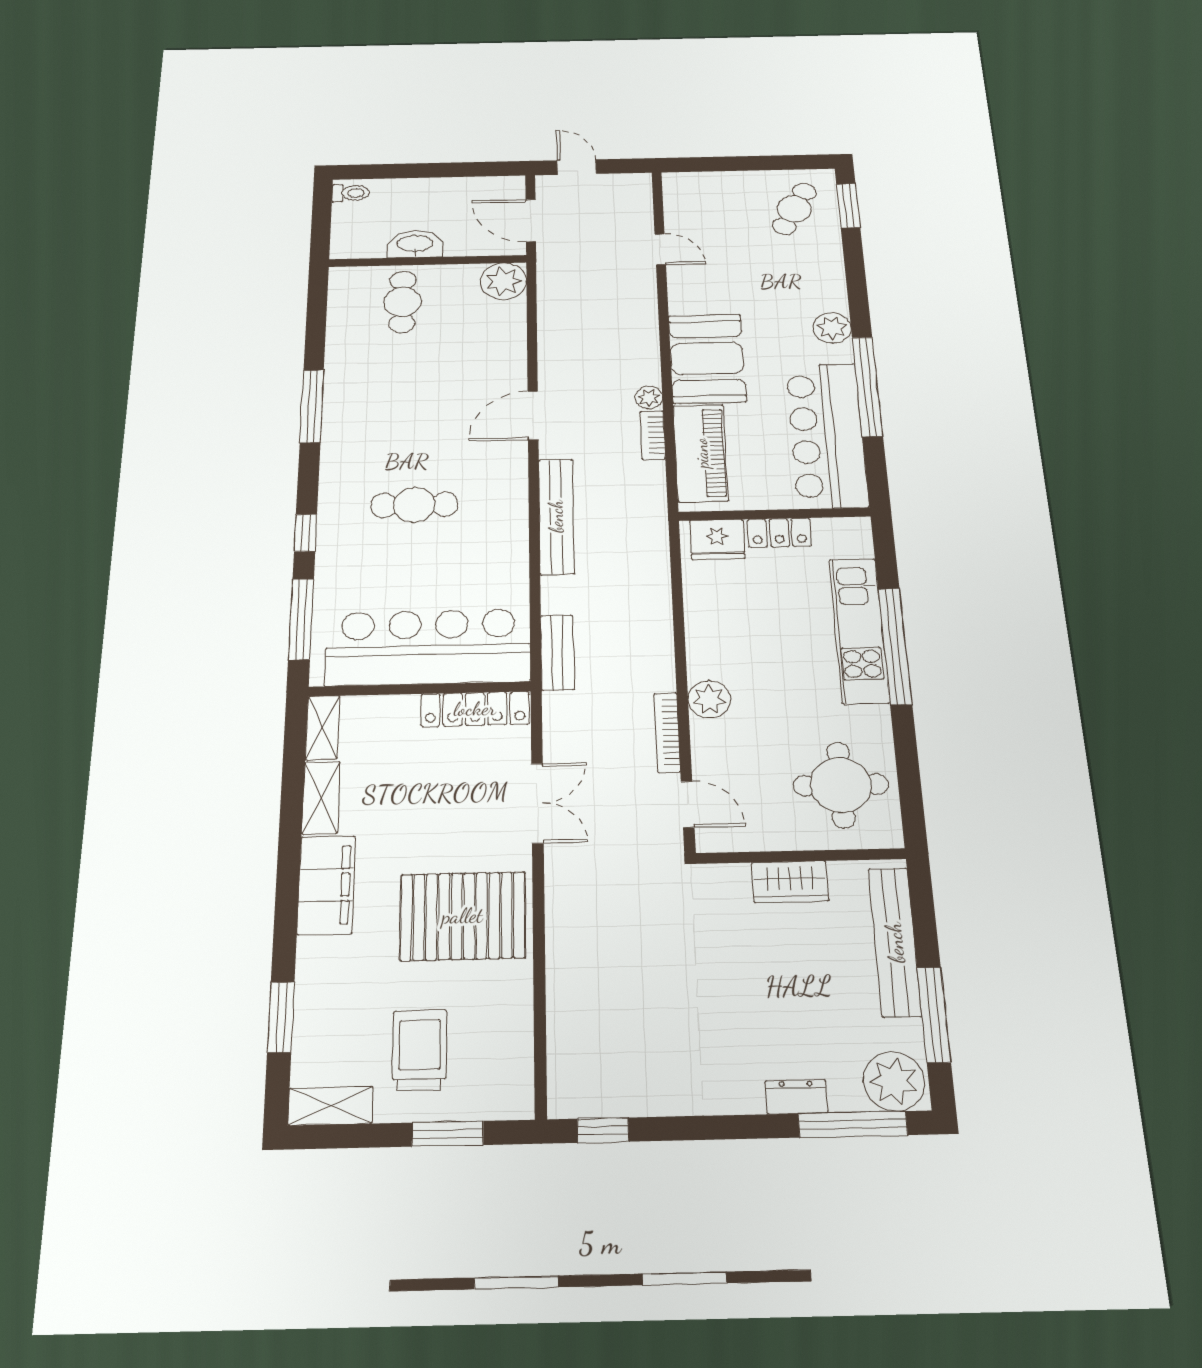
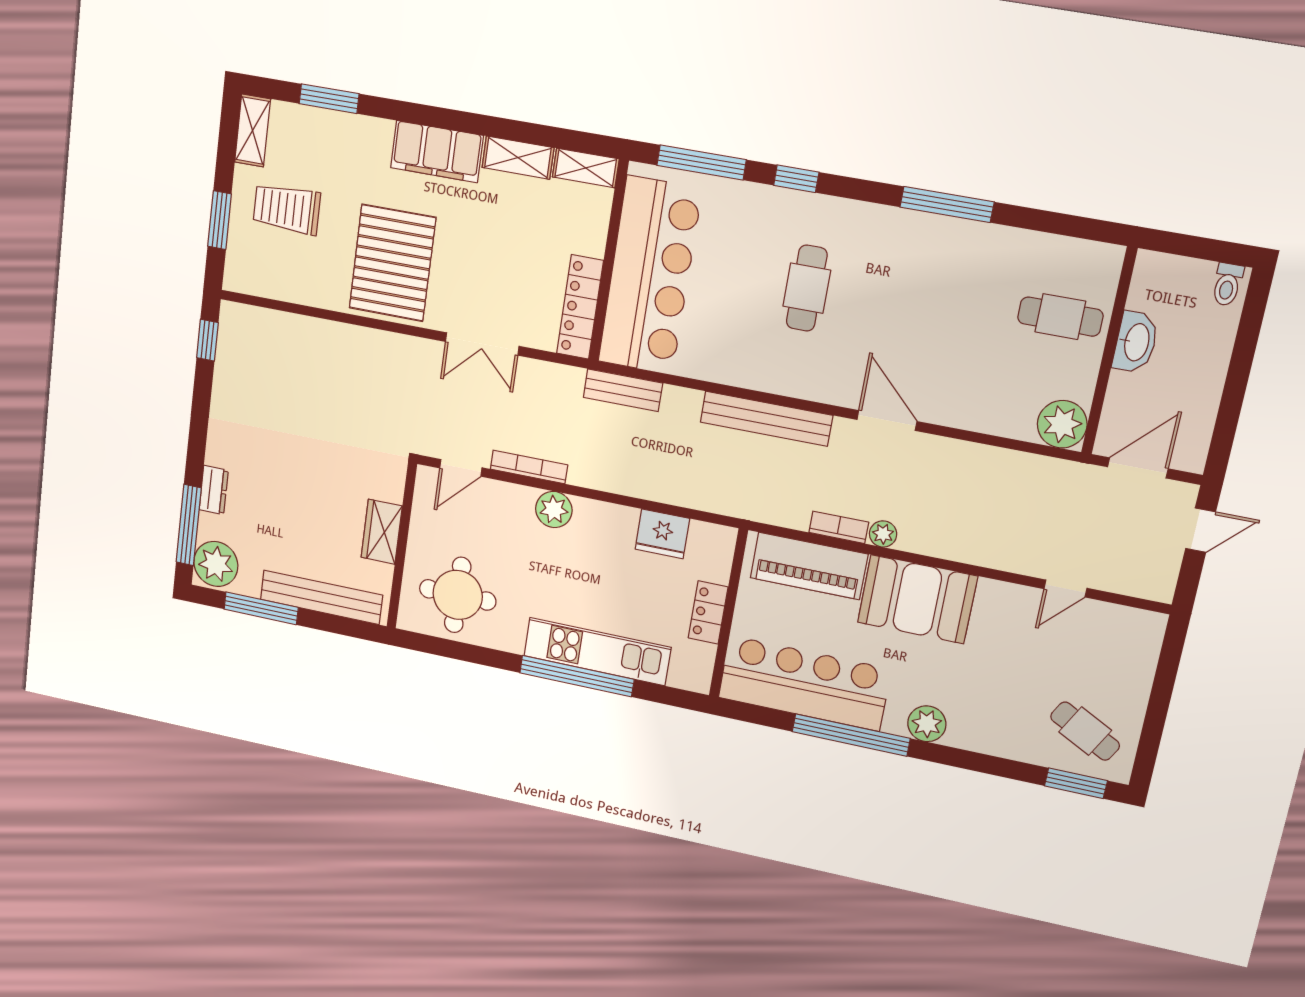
fridge: (717, 539) -> (662, 534), moved, turned -90
trolley: (420, 1050) -> (287, 209), turned 180

